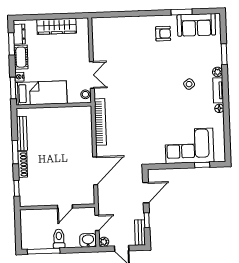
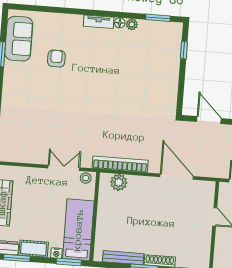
armchair: (163, 34) -> (56, 59), moved
window: (224, 54) -> (158, 18), moved
plant: (217, 72) -> (132, 24), moved
side table: (189, 84) -> (87, 55), removed
plant: (85, 123) -> (119, 182), added
corner sofa: (189, 146) -> (160, 63), removed

